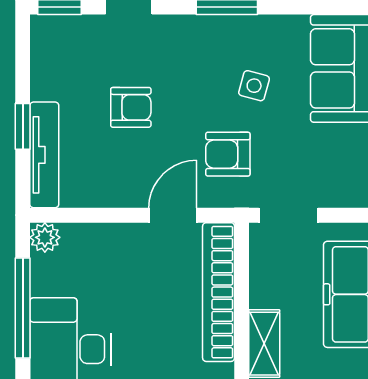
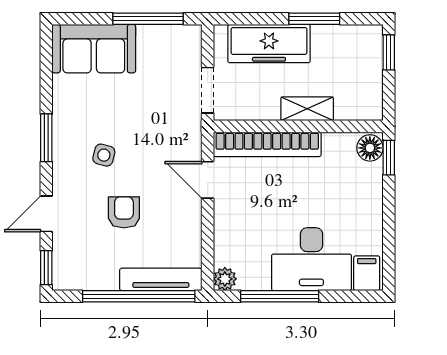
side table: (254, 86) -> (104, 155), moved
window: (23, 126) -> (139, 296), width x3.17
armchair: (228, 154) -> (160, 137), removed

